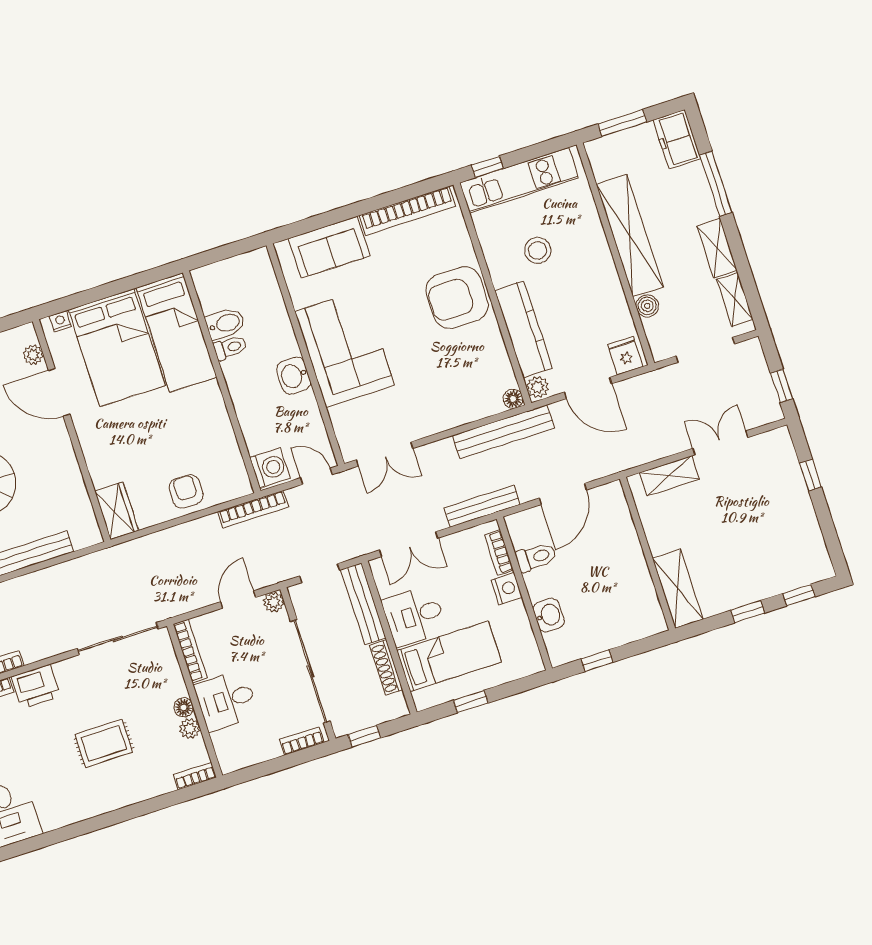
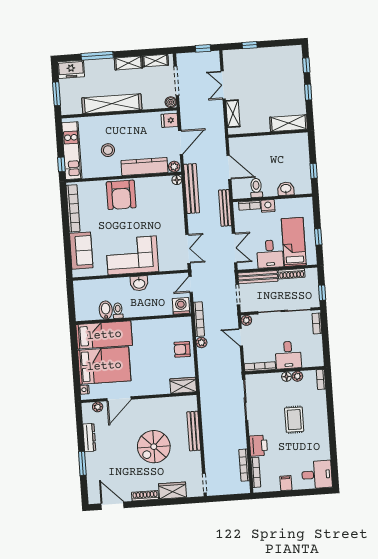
boiler: (647, 306) -> (171, 102), moved
plant: (209, 526) -> (201, 343), added

